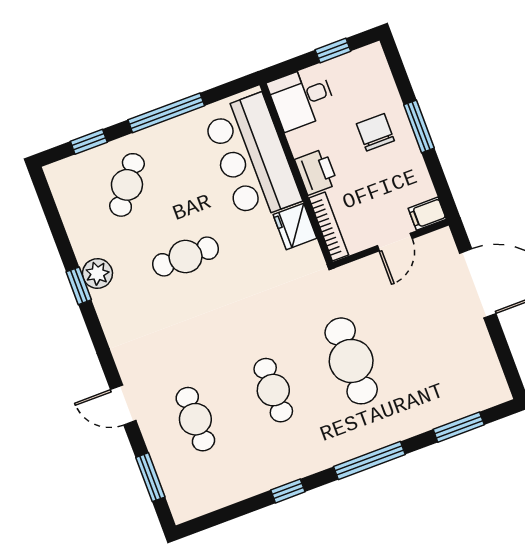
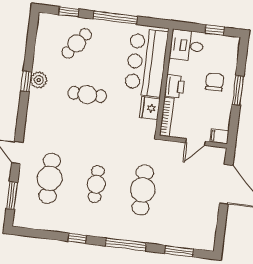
cafe table: (195, 419) -> (50, 178), width x1.37, depth x1.35

